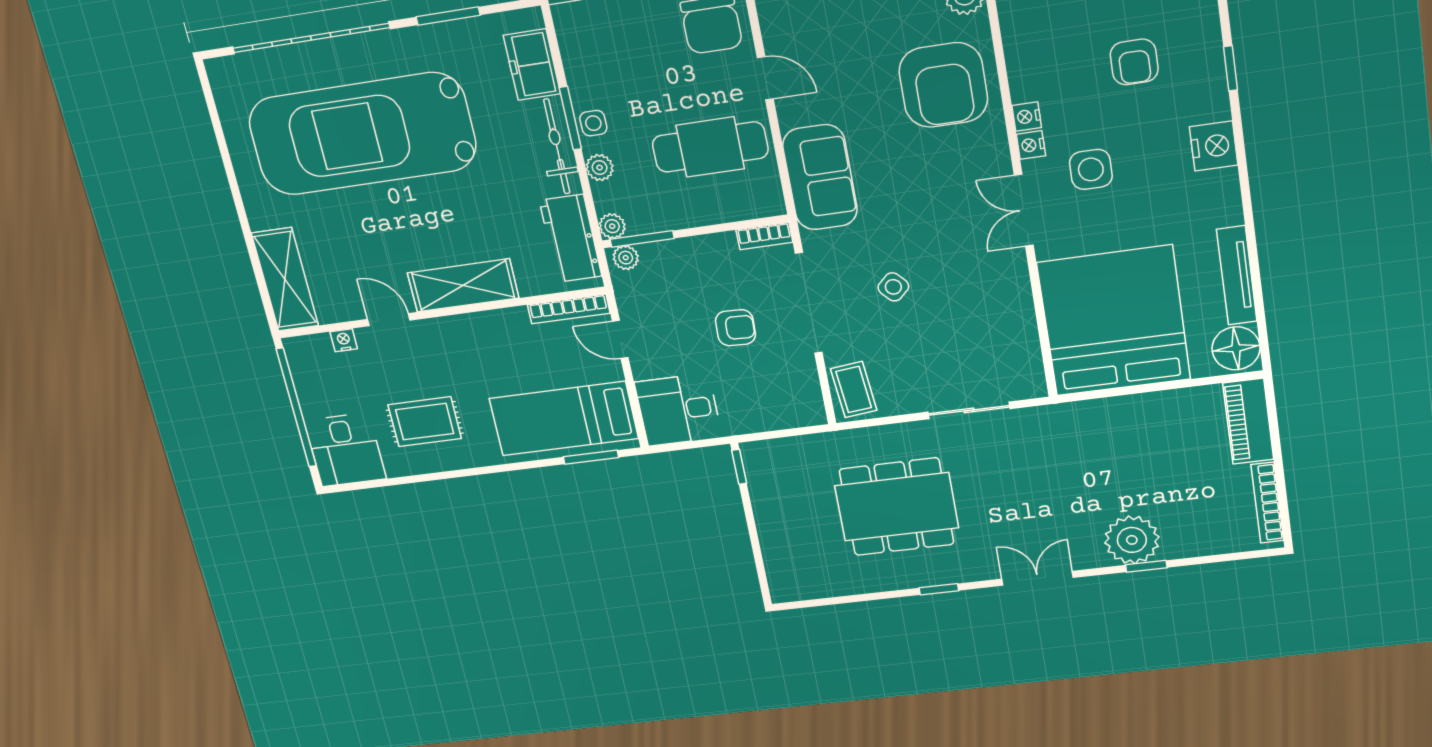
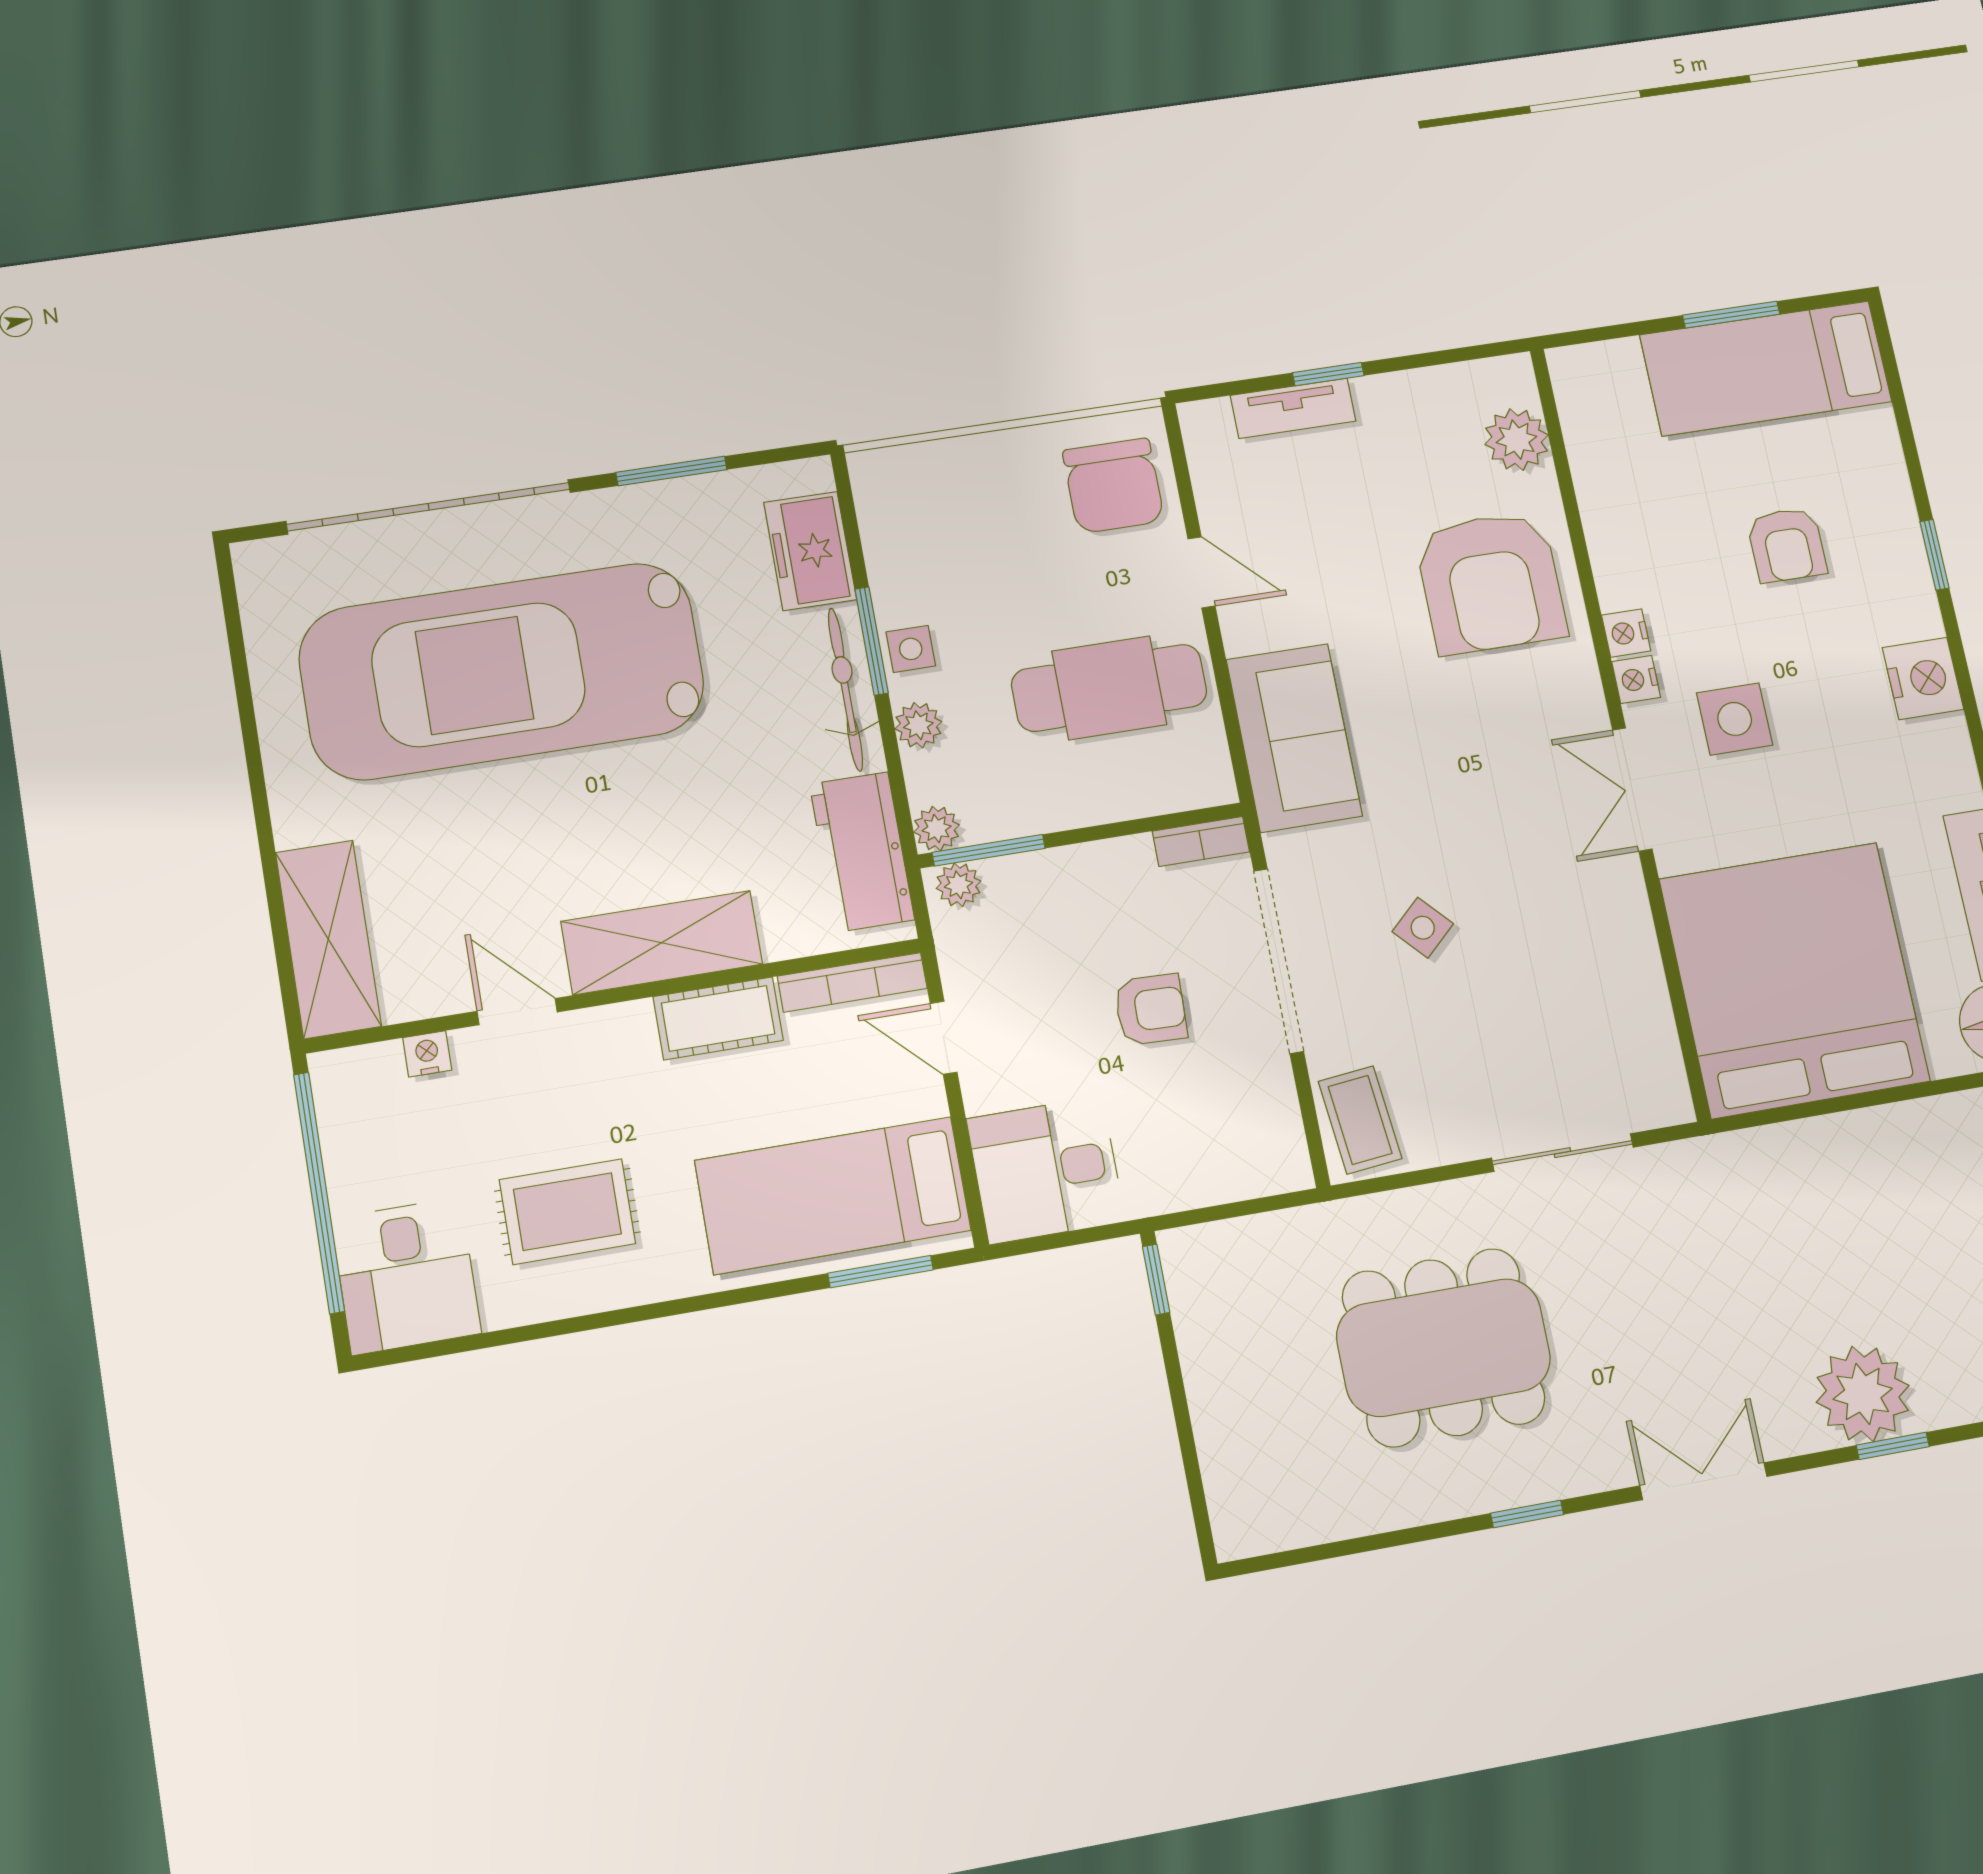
cot: (497, 326) -> (718, 1018), added

